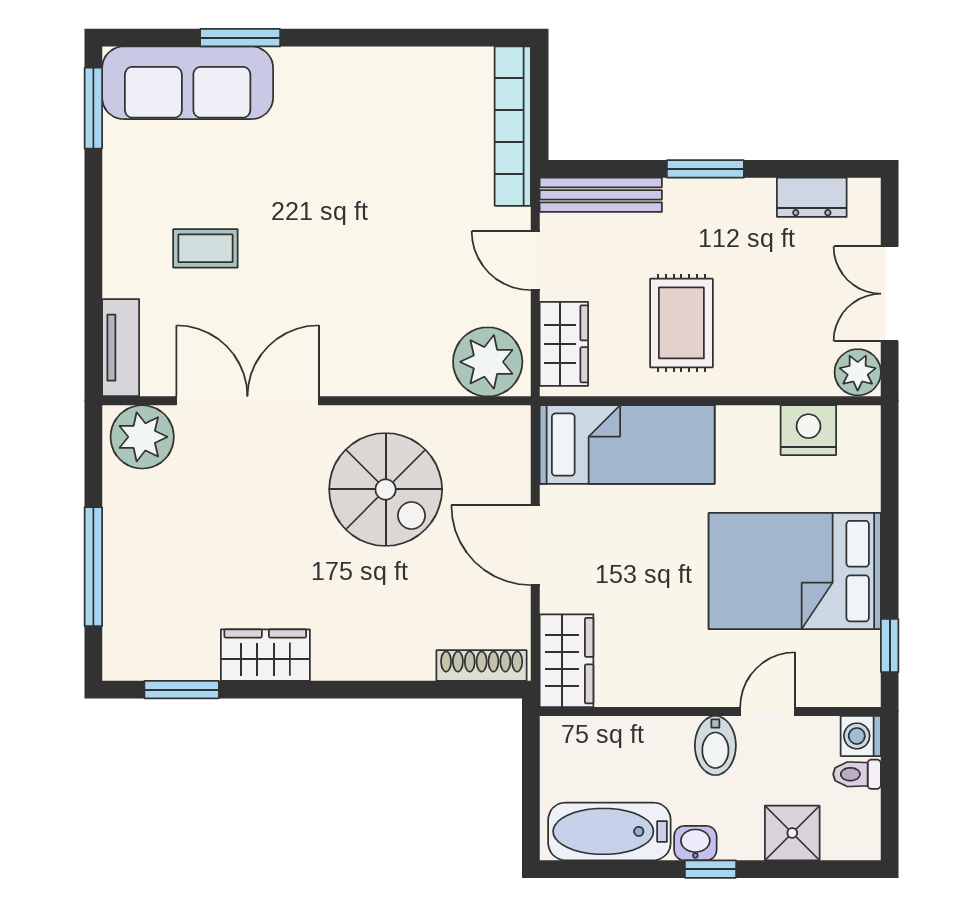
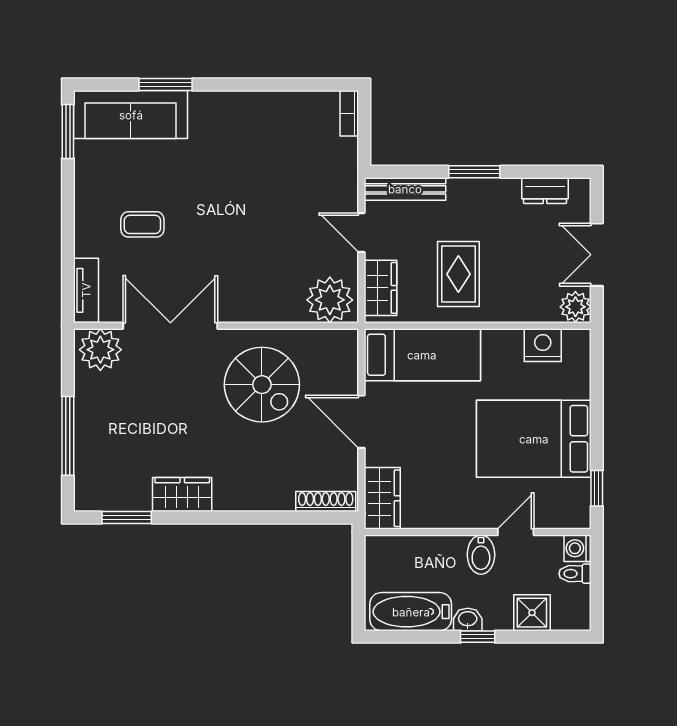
bookcase: (513, 126) -> (349, 113), width x0.43, depth x0.76

